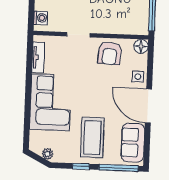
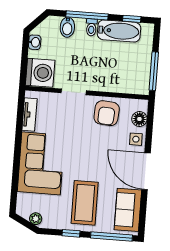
washing machine: (41, 18) -> (40, 73), width x1.89, depth x1.89
floor lamp: (141, 46) -> (139, 119), moved

